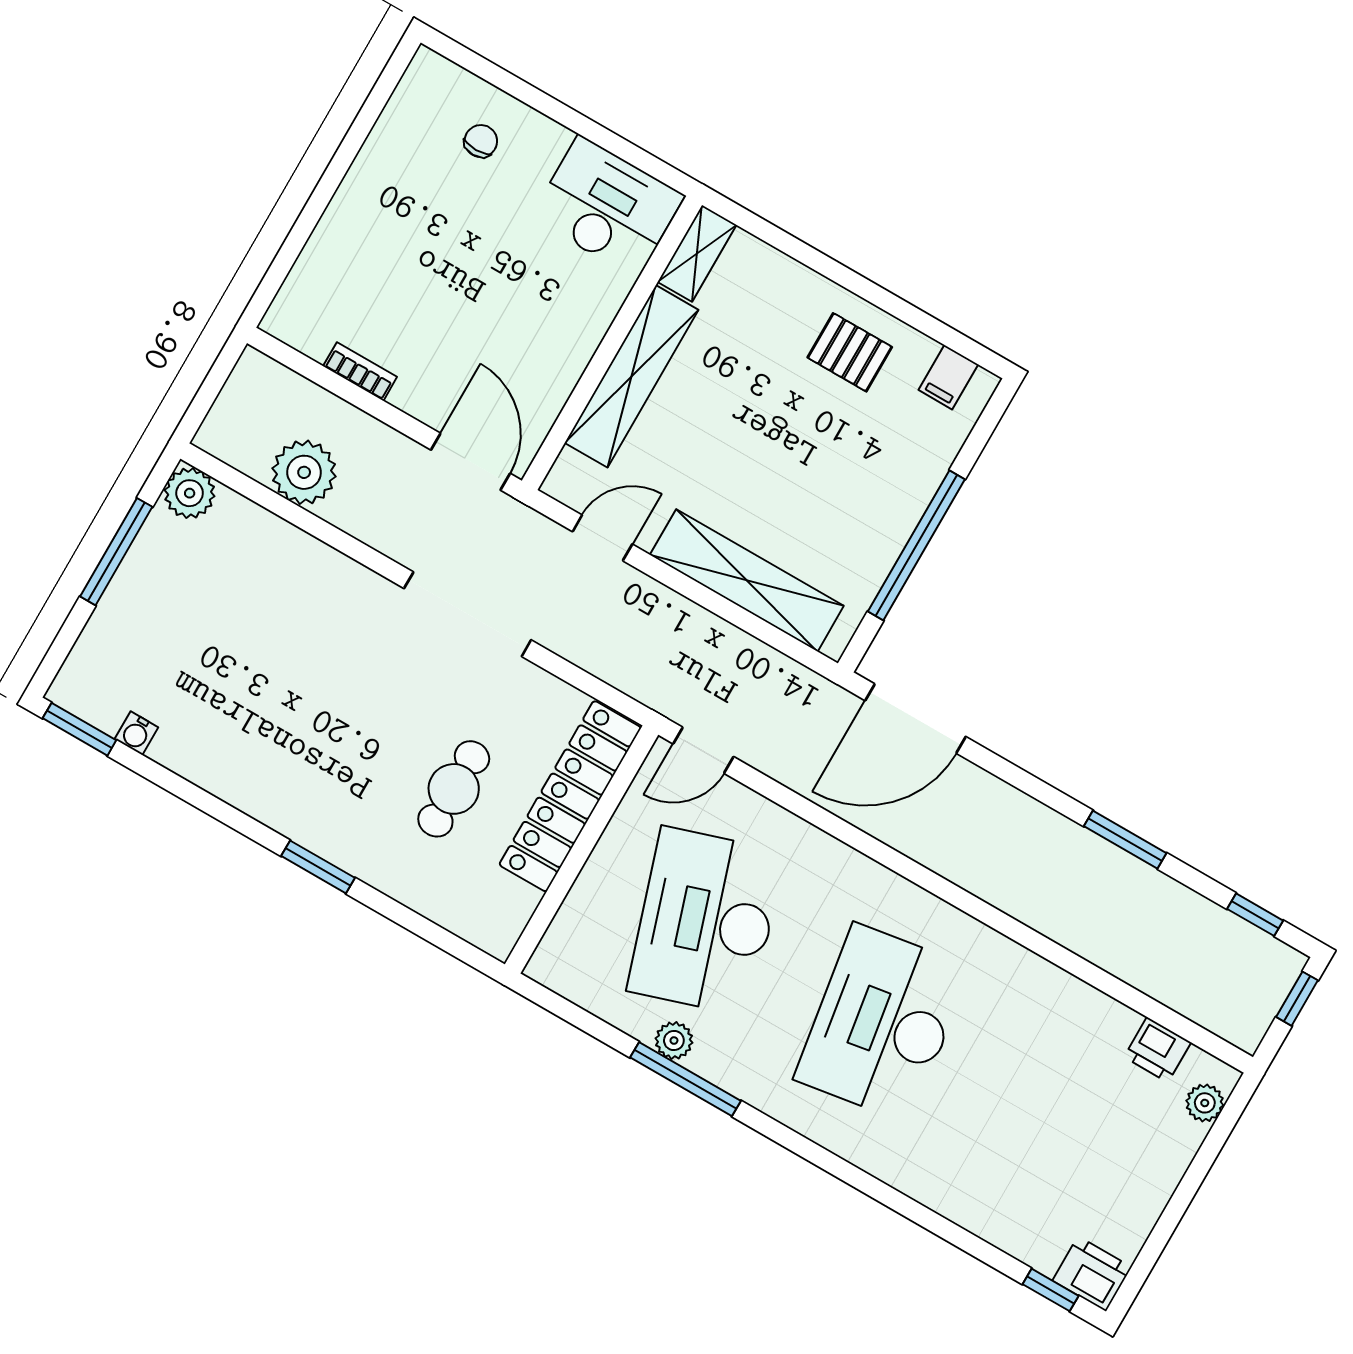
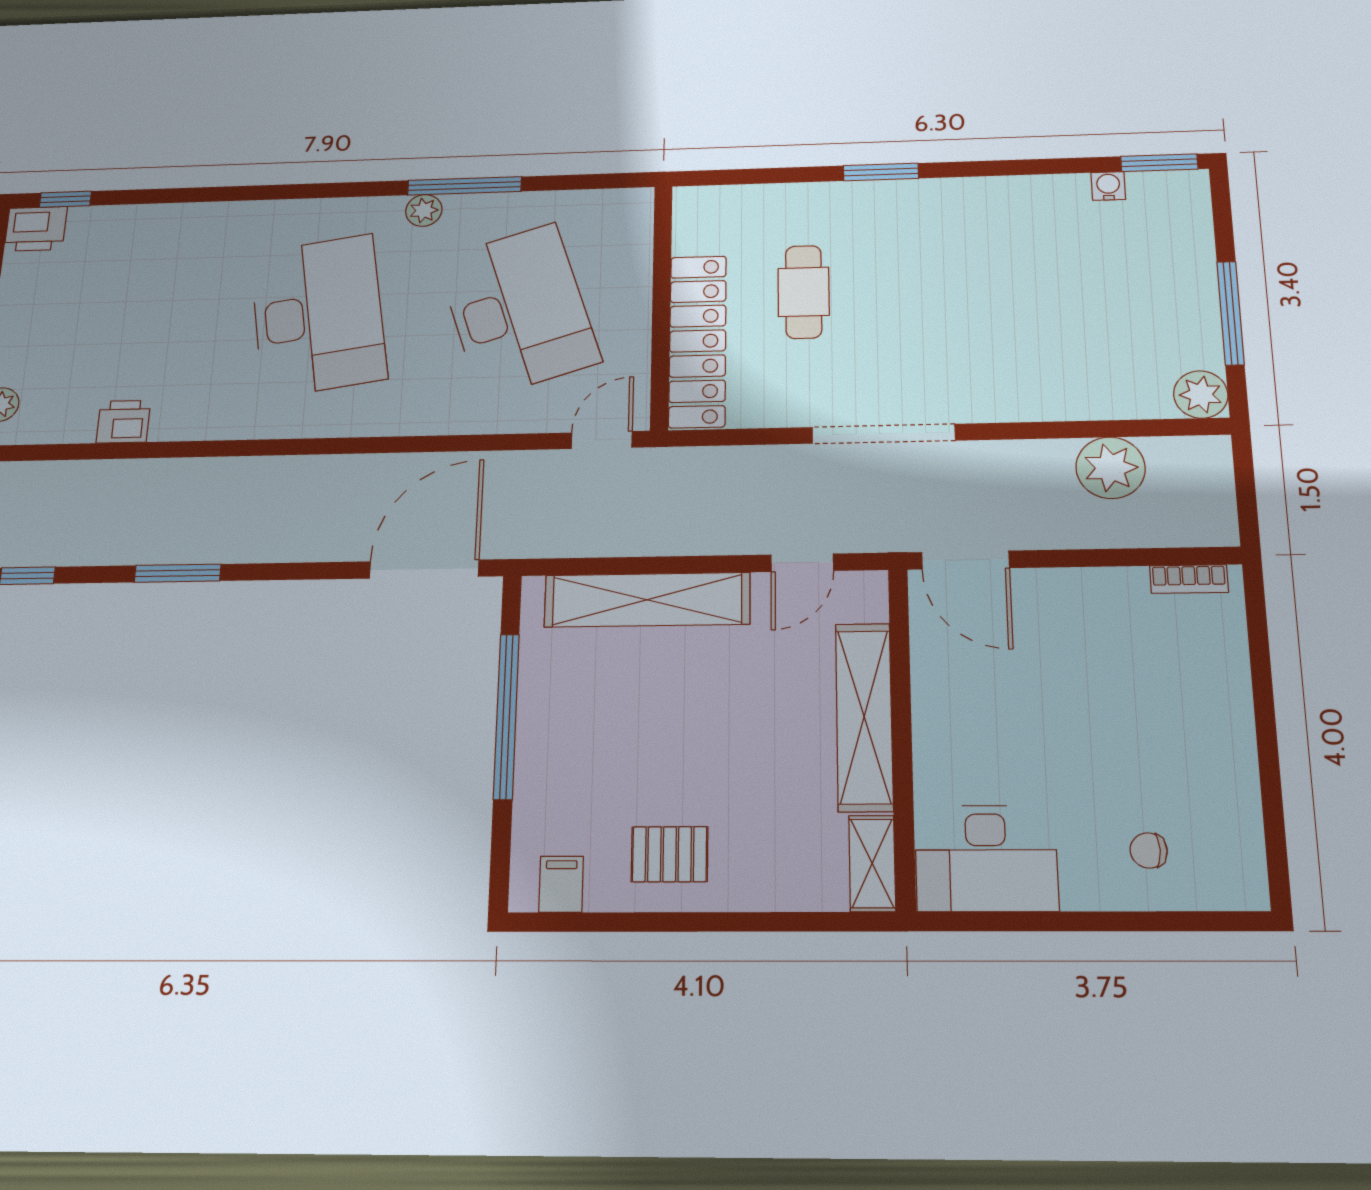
chair: (481, 141) -> (1149, 850), turned 90
bookcase: (360, 372) -> (1189, 579), moved
plant: (674, 1041) -> (424, 210), moved
printer: (1157, 1050) -> (123, 422), moved

